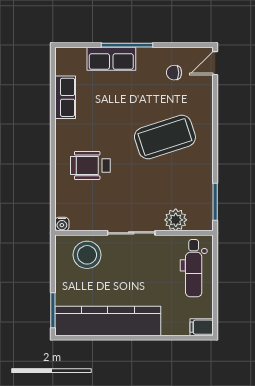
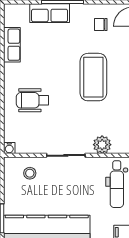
coffee table: (165, 137) -> (93, 77), turned -72
stool: (87, 255) -> (30, 173), width x0.53, depth x0.53

